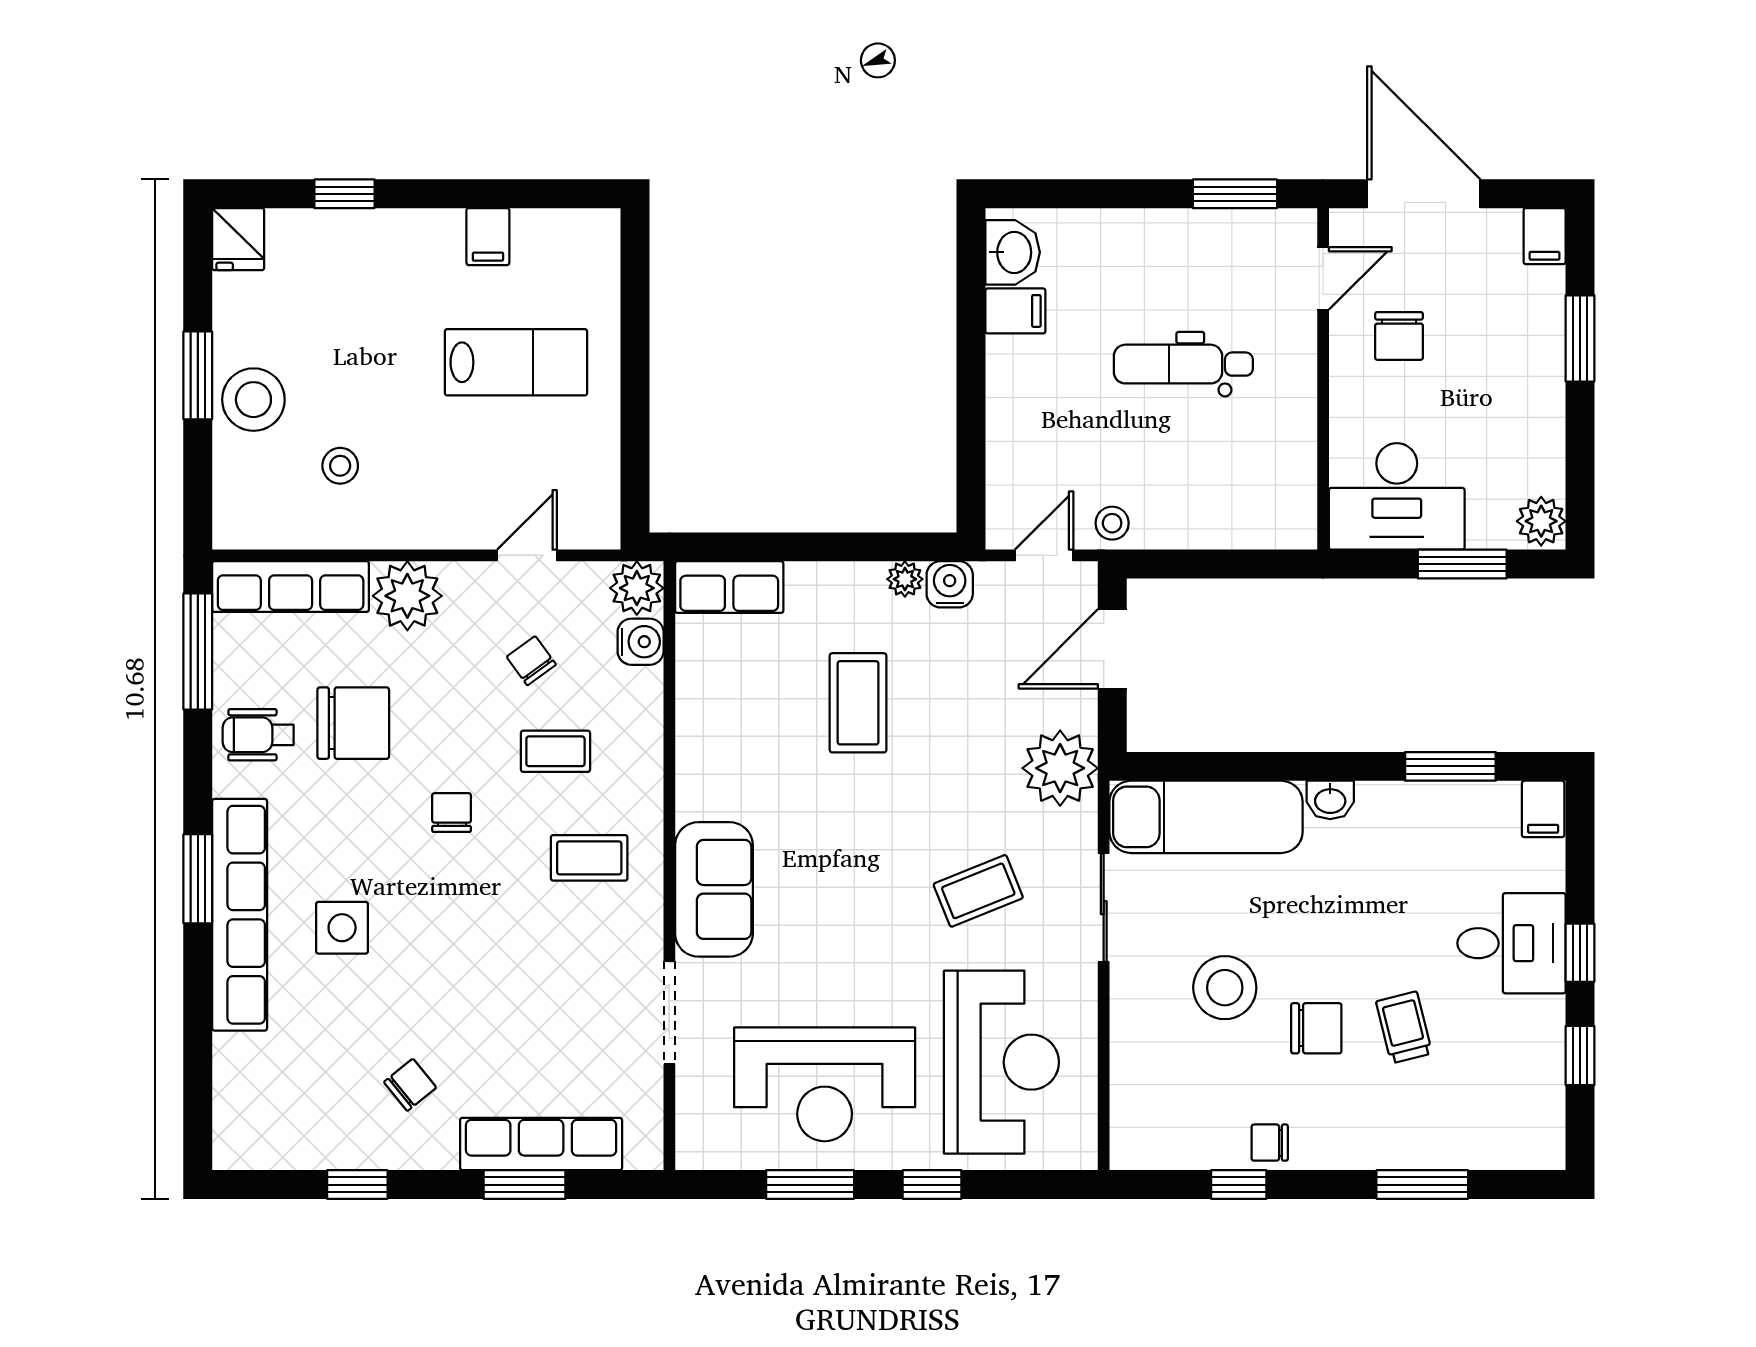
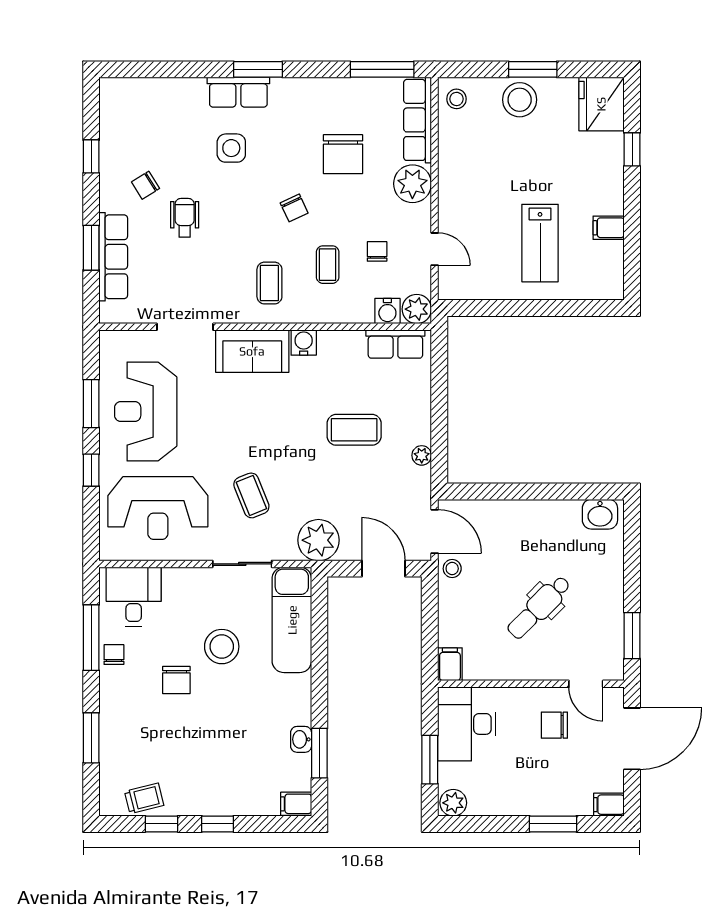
fridge: (238, 239) -> (601, 104), width x1.88, depth x1.34
filing cabinet: (1015, 311) -> (450, 664), moved, turned 180
dental chair: (1183, 364) -> (539, 607), turned -135
stool: (340, 466) -> (457, 99), moved
door: (1044, 555) -> (435, 531), width x1.37
water cooler: (950, 584) -> (304, 343), moved, turned -90
row of seats: (729, 587) -> (395, 344), moved, turned -90
chair: (531, 661) -> (377, 251), turned -54
wheelchair: (258, 735) -> (185, 218), moved
washbasin: (1330, 800) -> (301, 739), moved
chair: (452, 813) -> (294, 208), turned 65
row of seats: (240, 915) -> (238, 92), width x0.50
desk: (1512, 943) -> (134, 597), moved, turned 180
stool: (1225, 988) -> (222, 647), moved
trolley: (1404, 1027) -> (144, 798), moved
chair: (410, 1085) -> (145, 185), turned 97
window: (1239, 1185) -> (91, 638), width x2.17

